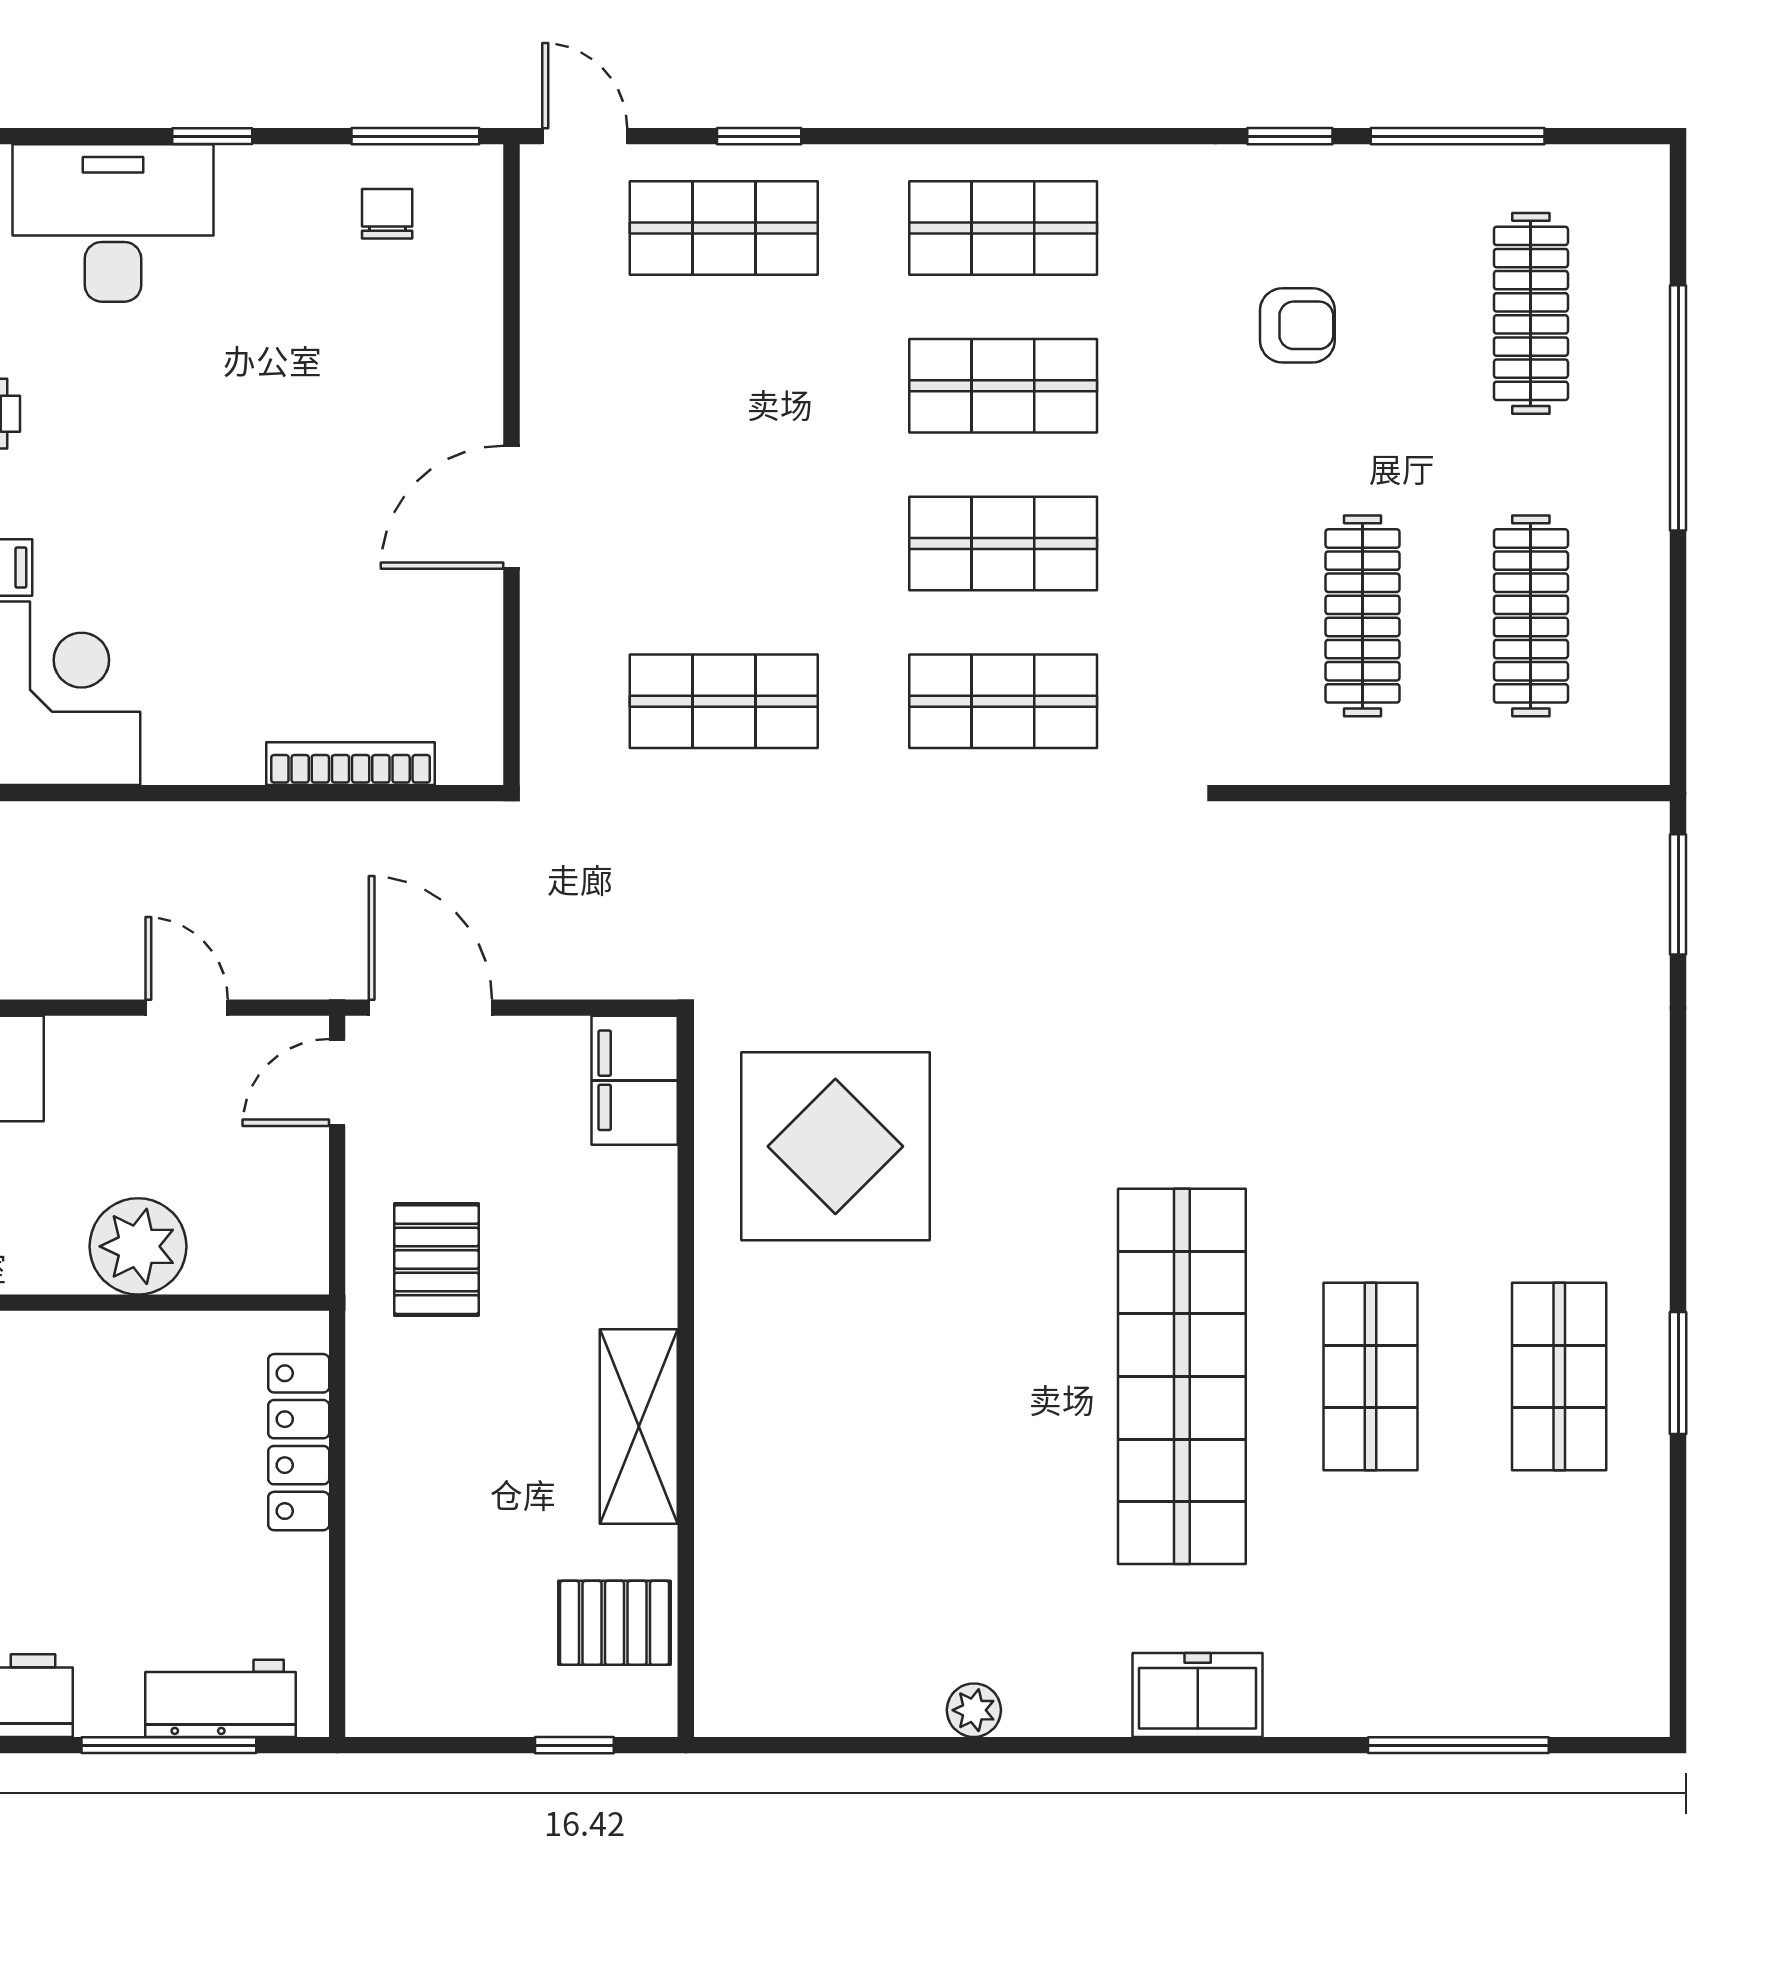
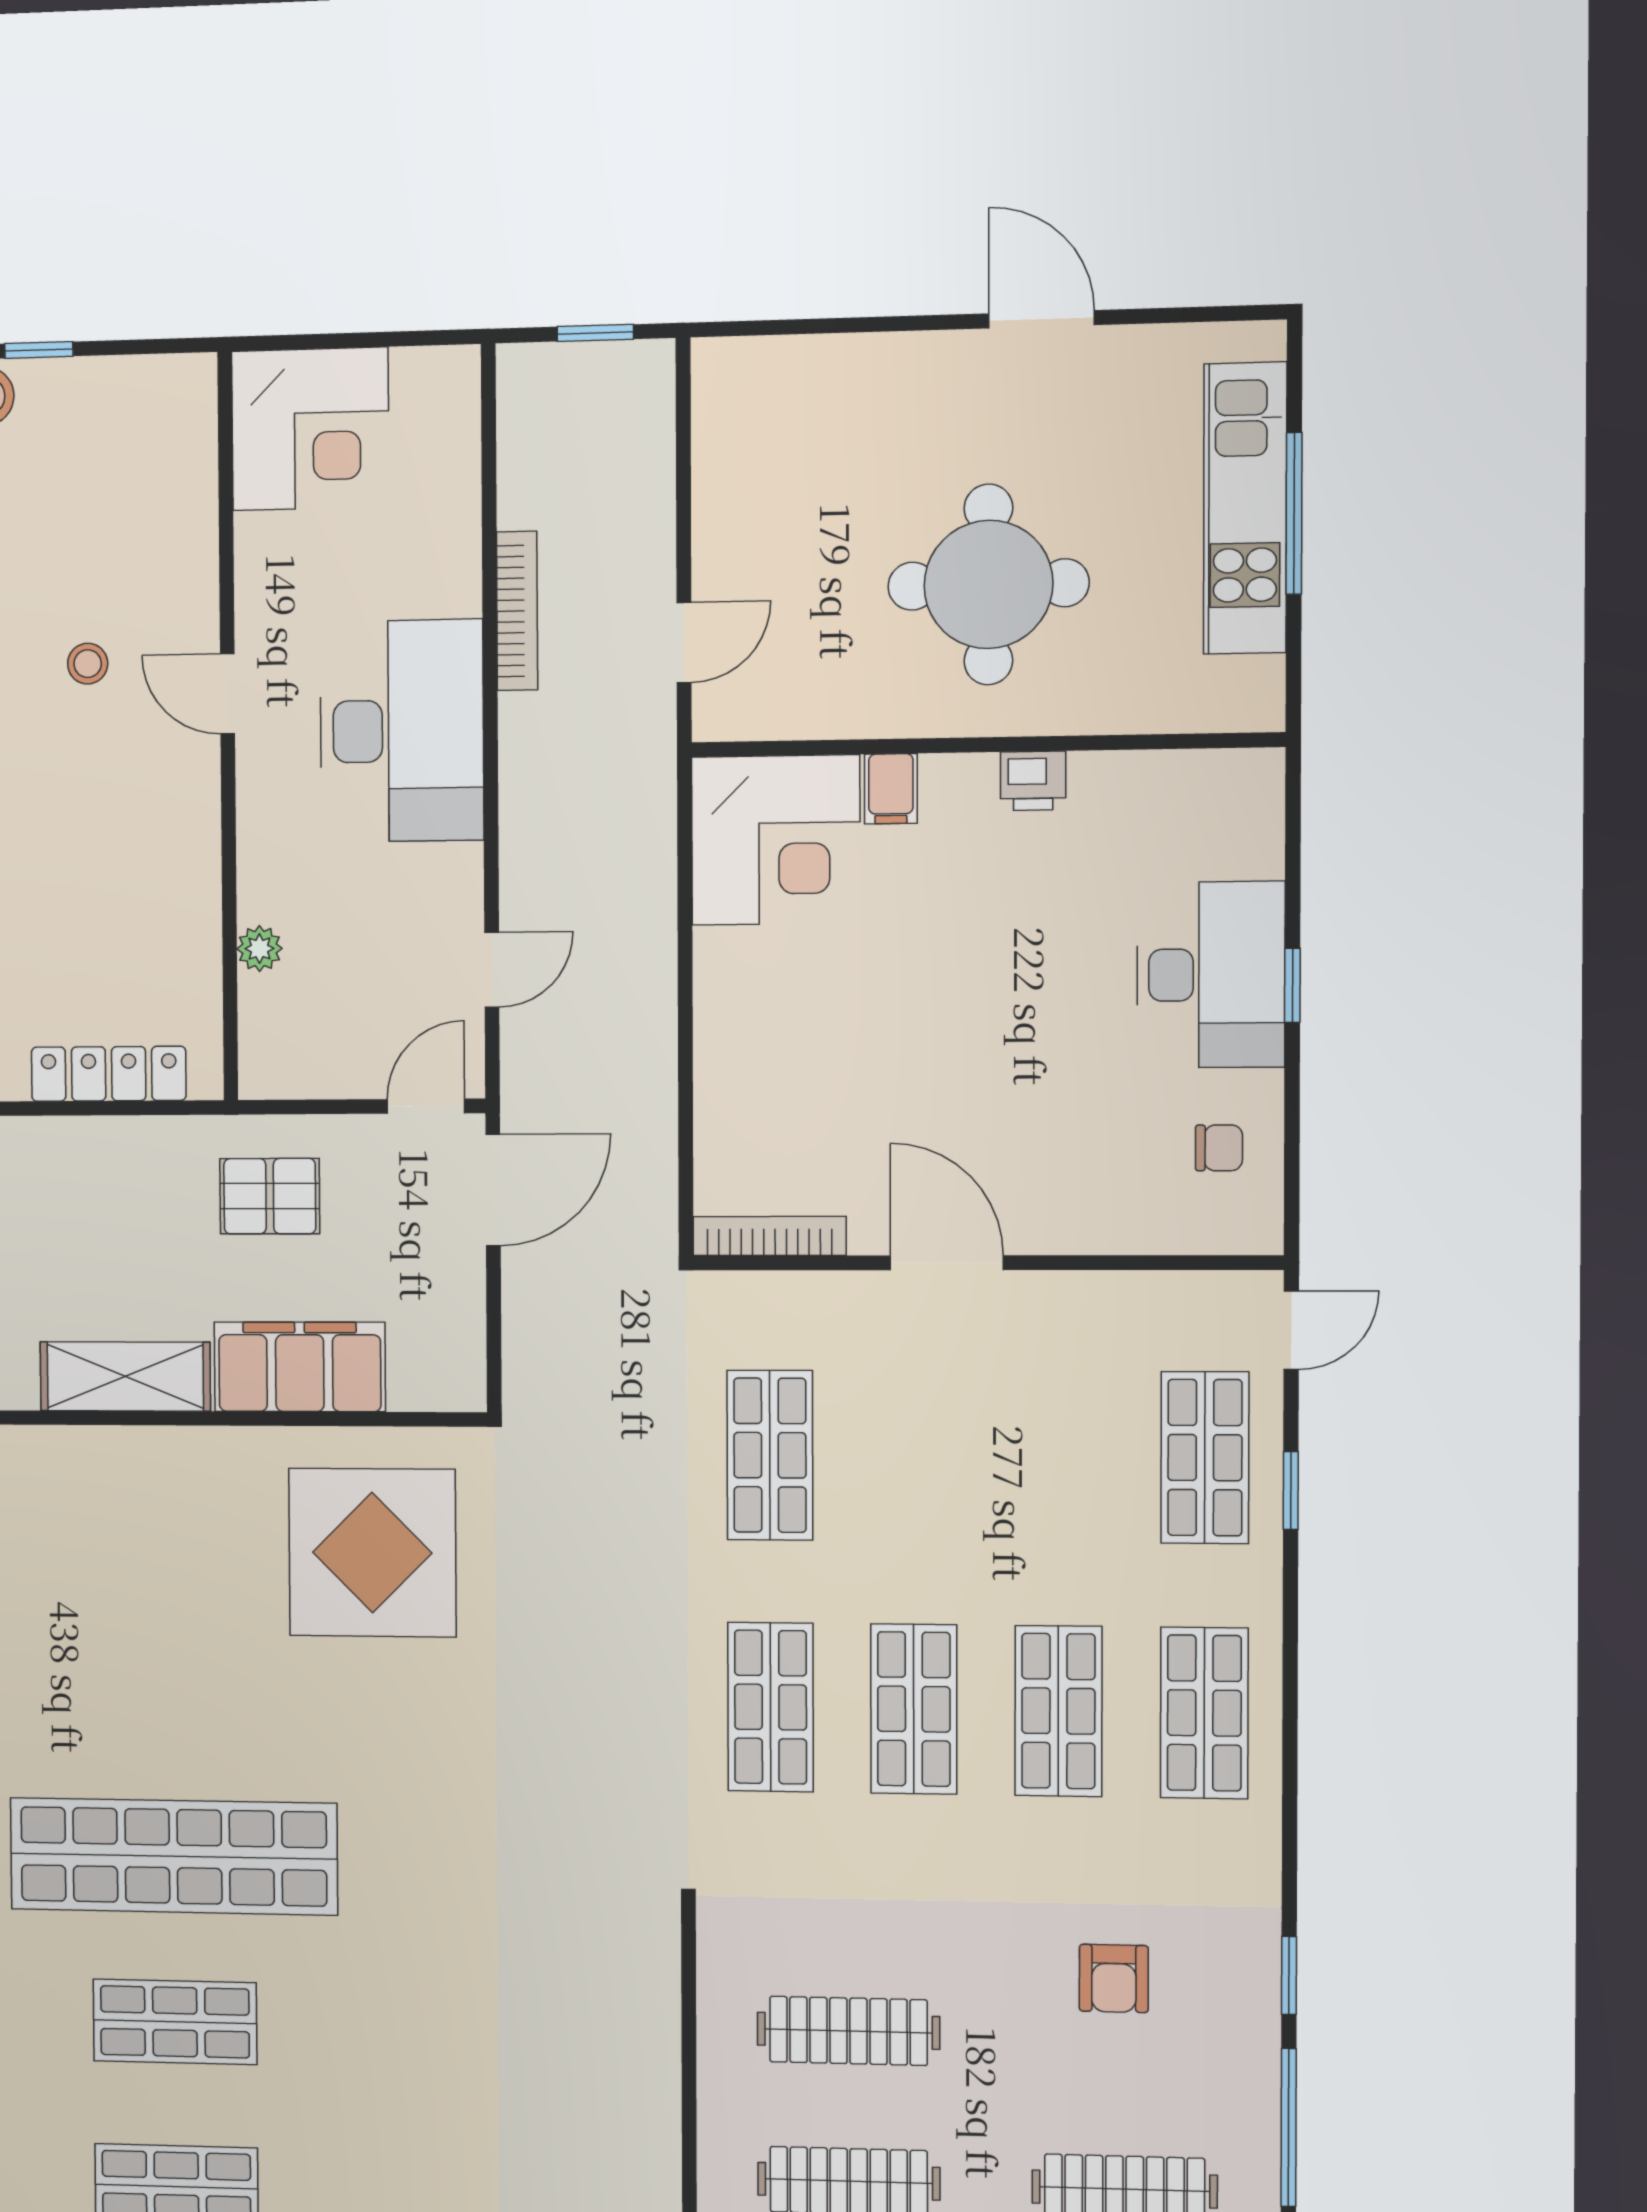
window: (415, 136) -> (1292, 1174), removed
desk: (113, 223) -> (1211, 975), moved
bookcase: (351, 764) -> (770, 1236), moved, turned -90
filing cabinet: (635, 1080) -> (300, 1367), moved, width x1.50, depth x1.17
door: (337, 1082) -> (426, 1106), hinge flipped
plant: (138, 1246) -> (259, 949), width x0.53, depth x0.53

